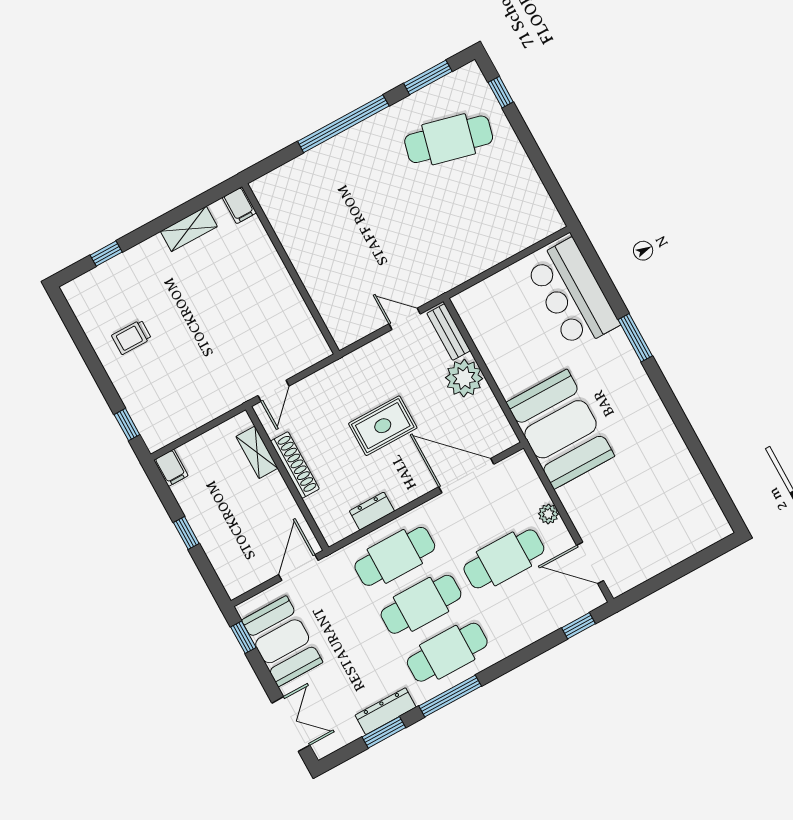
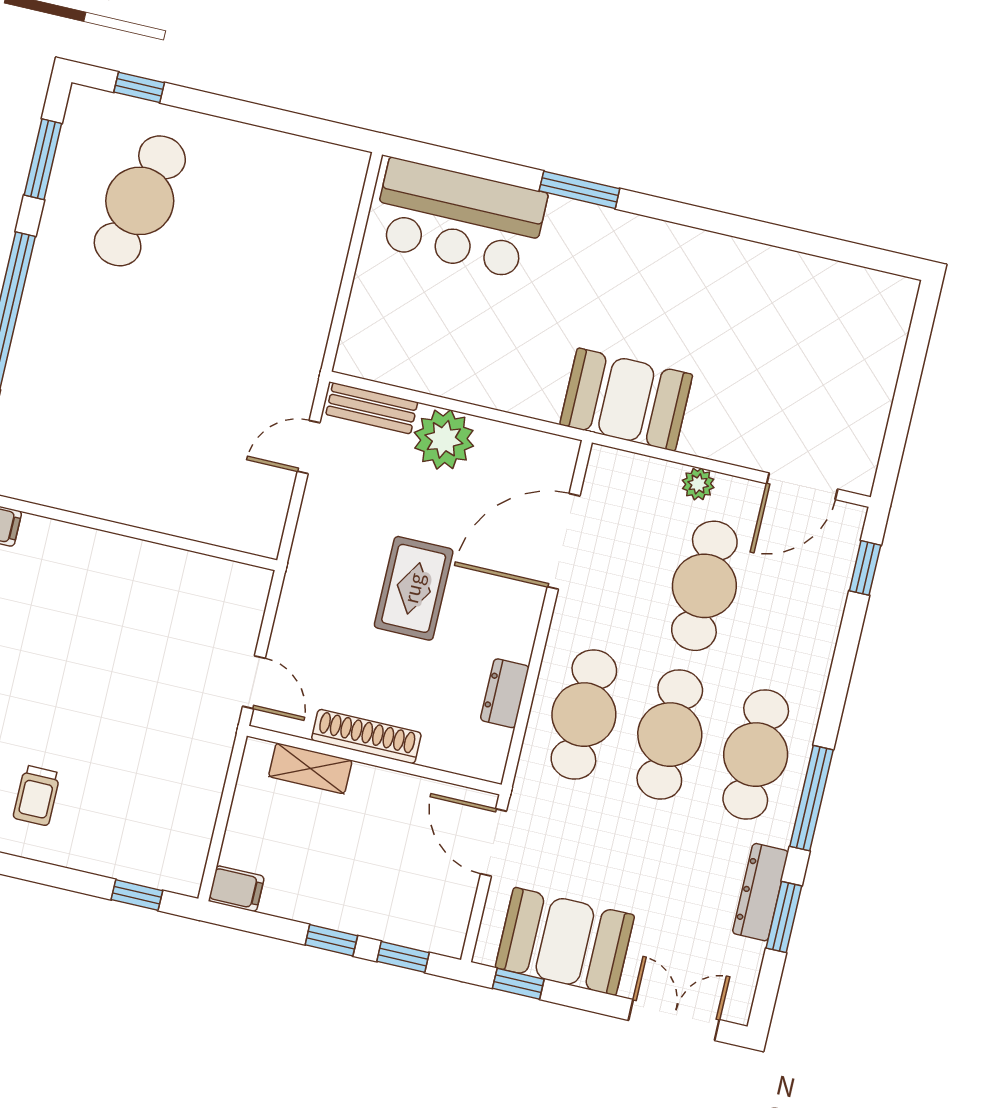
booth: (560, 429) -> (626, 400), width x0.73, depth x0.70
window: (208, 573) -> (403, 957), added

